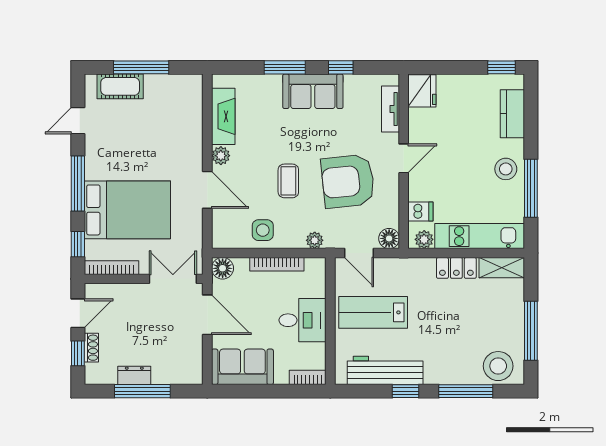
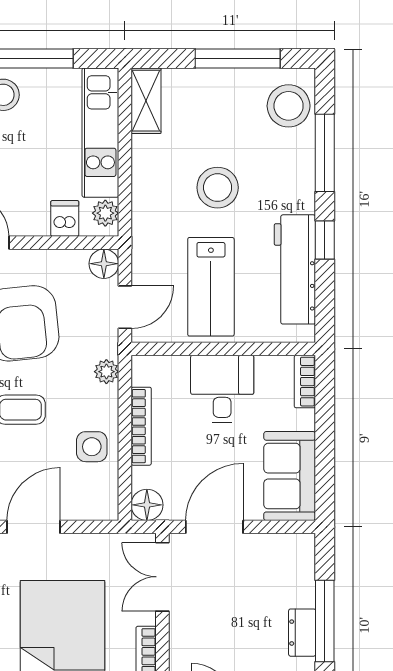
locker: (456, 268) -> (146, 166), removed
stool: (442, 317) -> (218, 188), added

